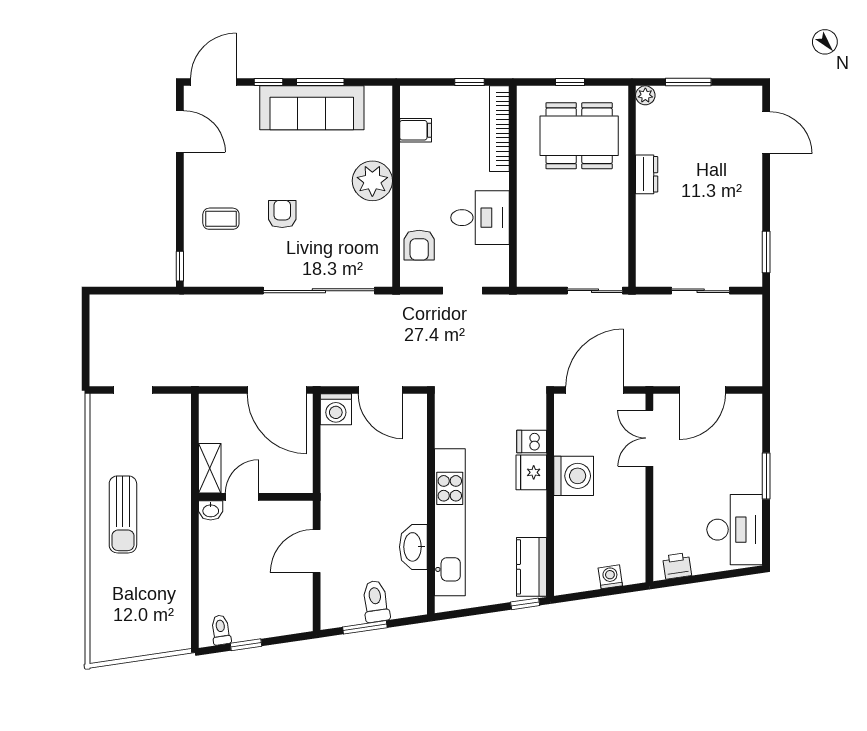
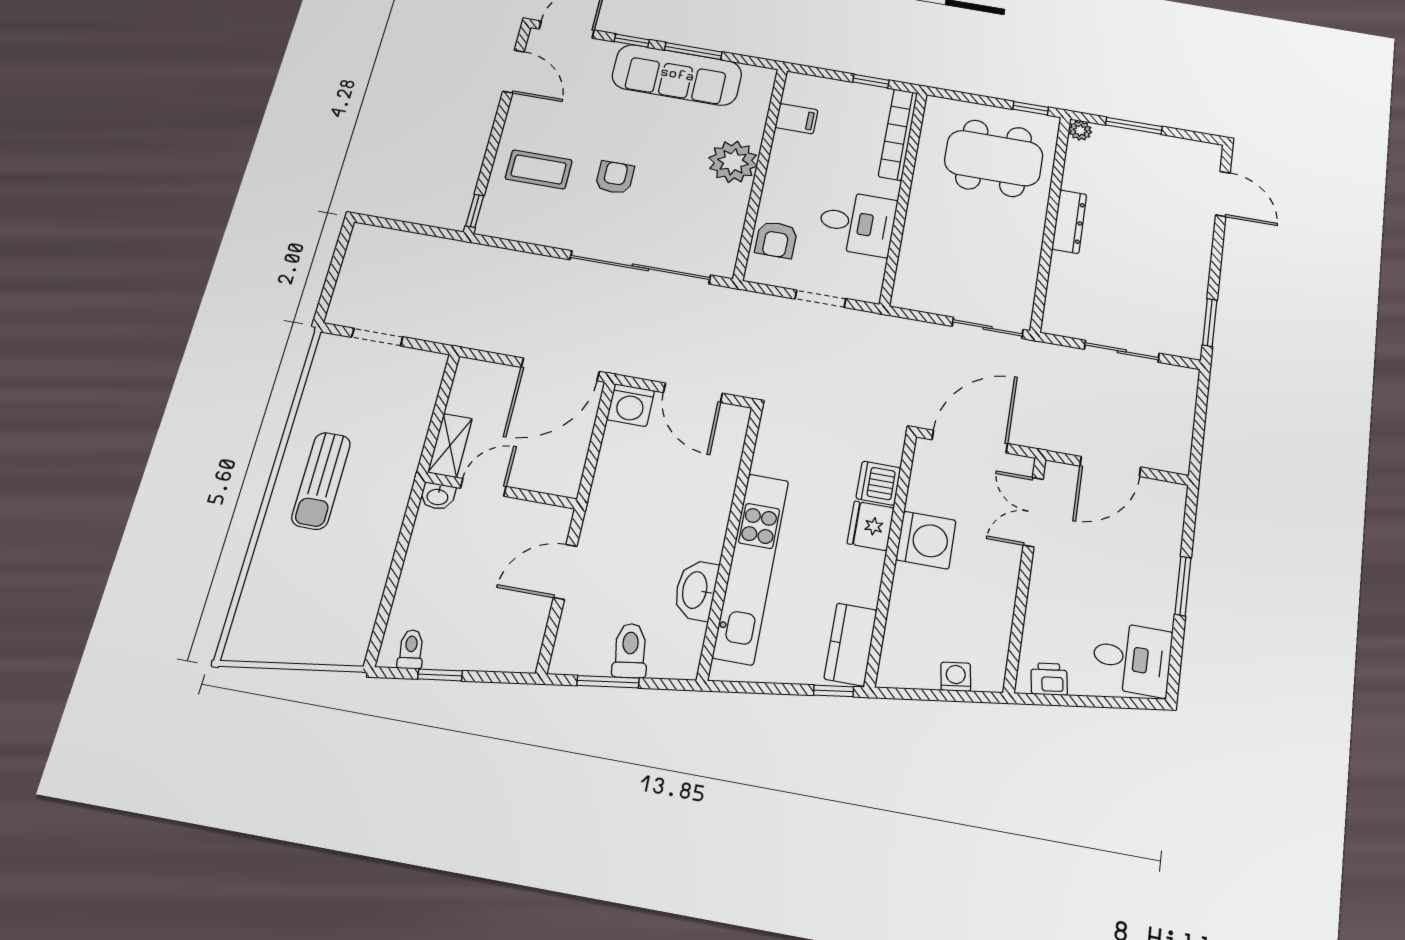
window: (570, 82) -> (1031, 108), moved
dresser: (647, 174) -> (1069, 222), width x1.44
coffee table: (221, 219) -> (539, 169), width x1.36, depth x1.30
door: (277, 390) -> (560, 369), hinge flipped
dishwasher: (532, 441) -> (878, 483), width x1.38
desk: (735, 530) -> (1132, 659), width x0.73

